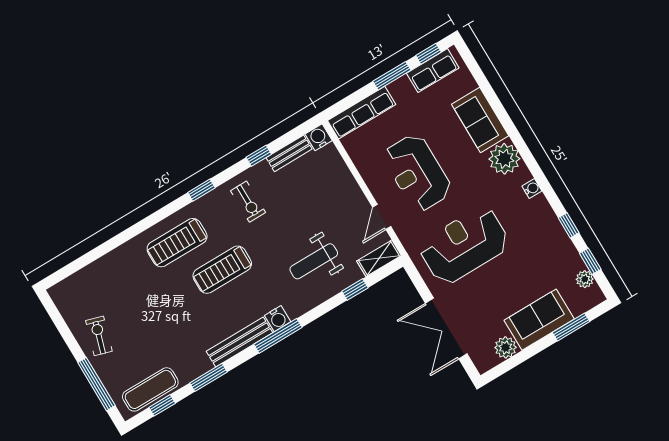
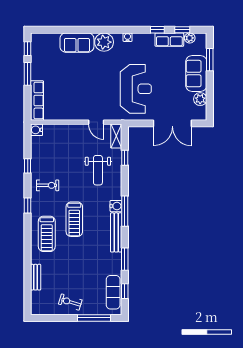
row of seats: (433, 71) -> (169, 40), moved, turned 90
bench: (289, 153) -> (36, 277), moved
reception desk: (417, 173) -> (85, 91), removed
reception desk: (464, 245) -> (136, 89), turned 180

